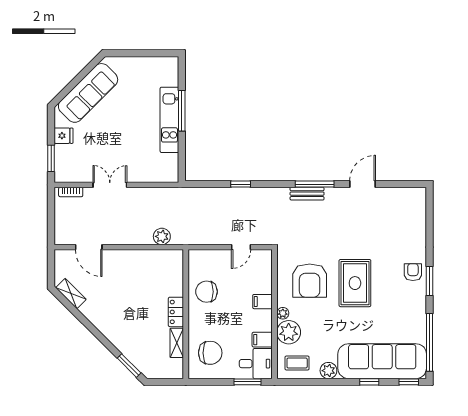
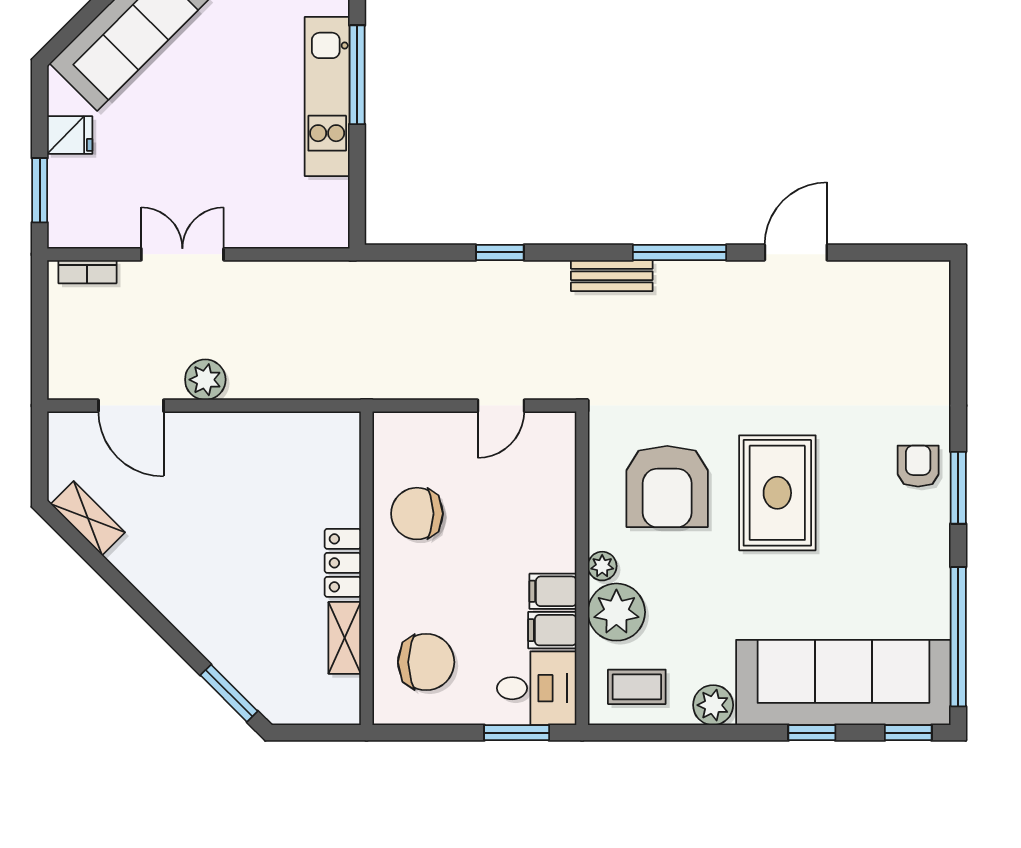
bench: (307, 194) -> (612, 276), moved
plant: (162, 236) -> (205, 380), moved
filing cabinet: (263, 302) -> (553, 591), moved

